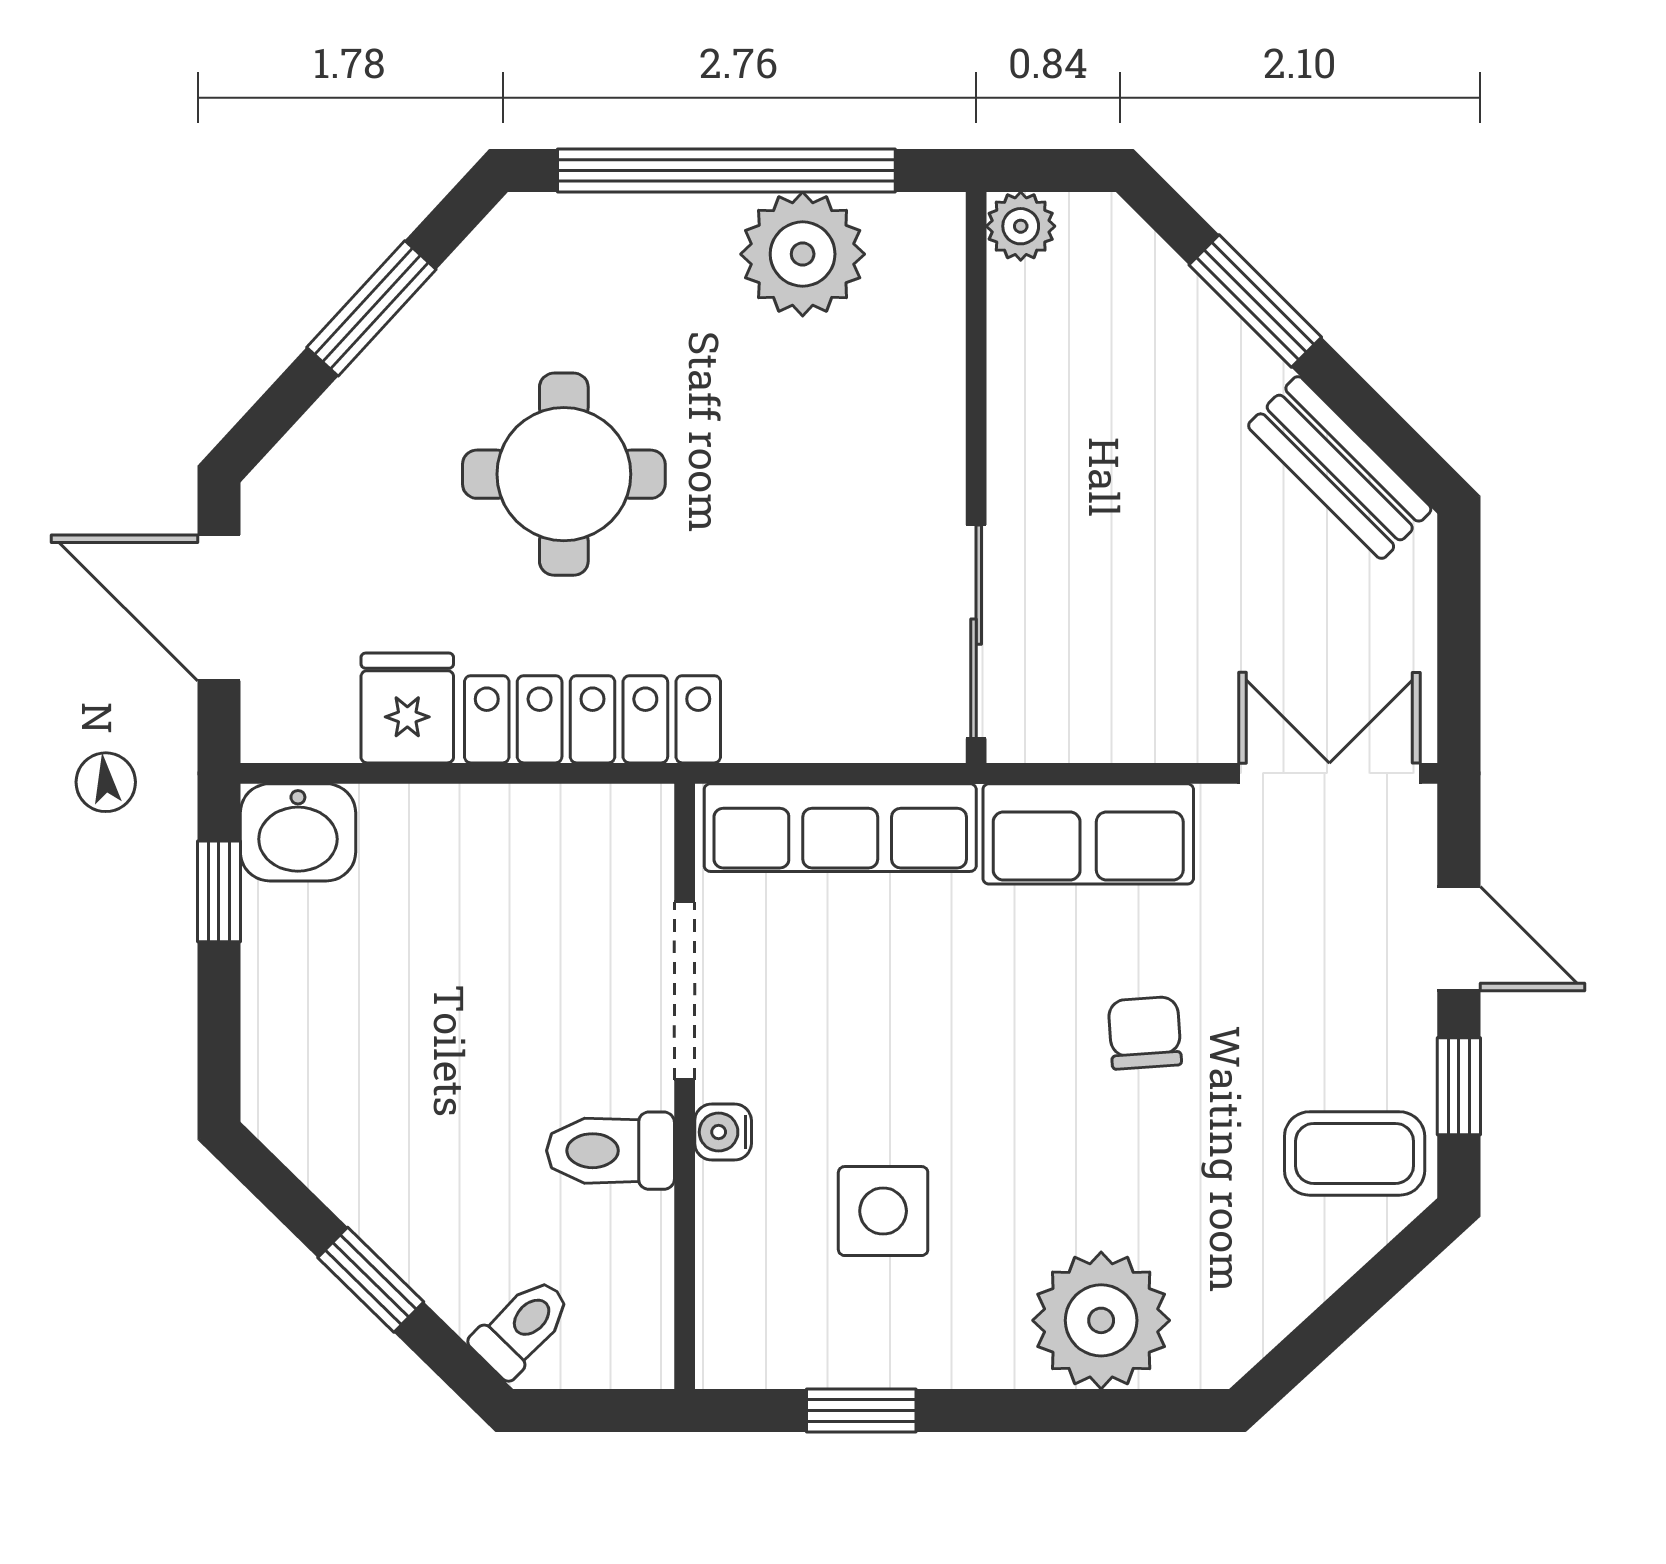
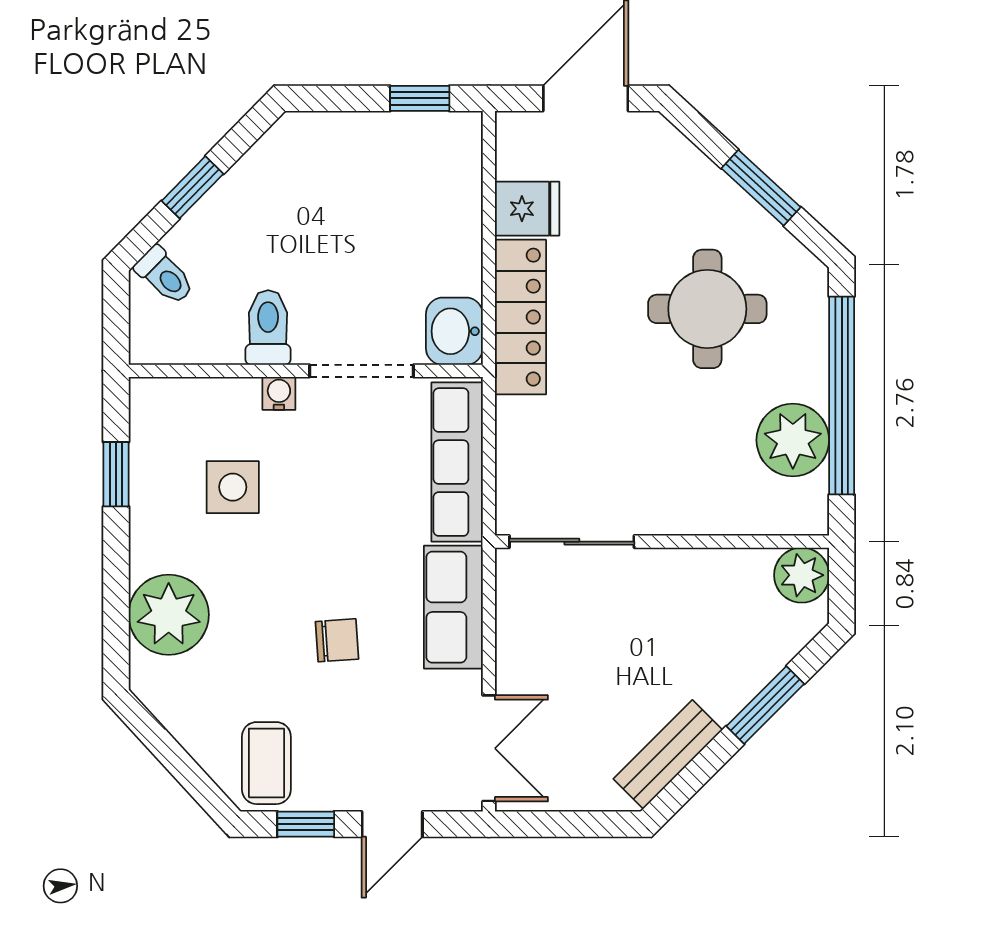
plant: (1021, 226) -> (802, 575), width x1.38, depth x1.38
round table: (564, 474) -> (707, 309), moved
washbasin: (298, 832) -> (454, 331), moved

